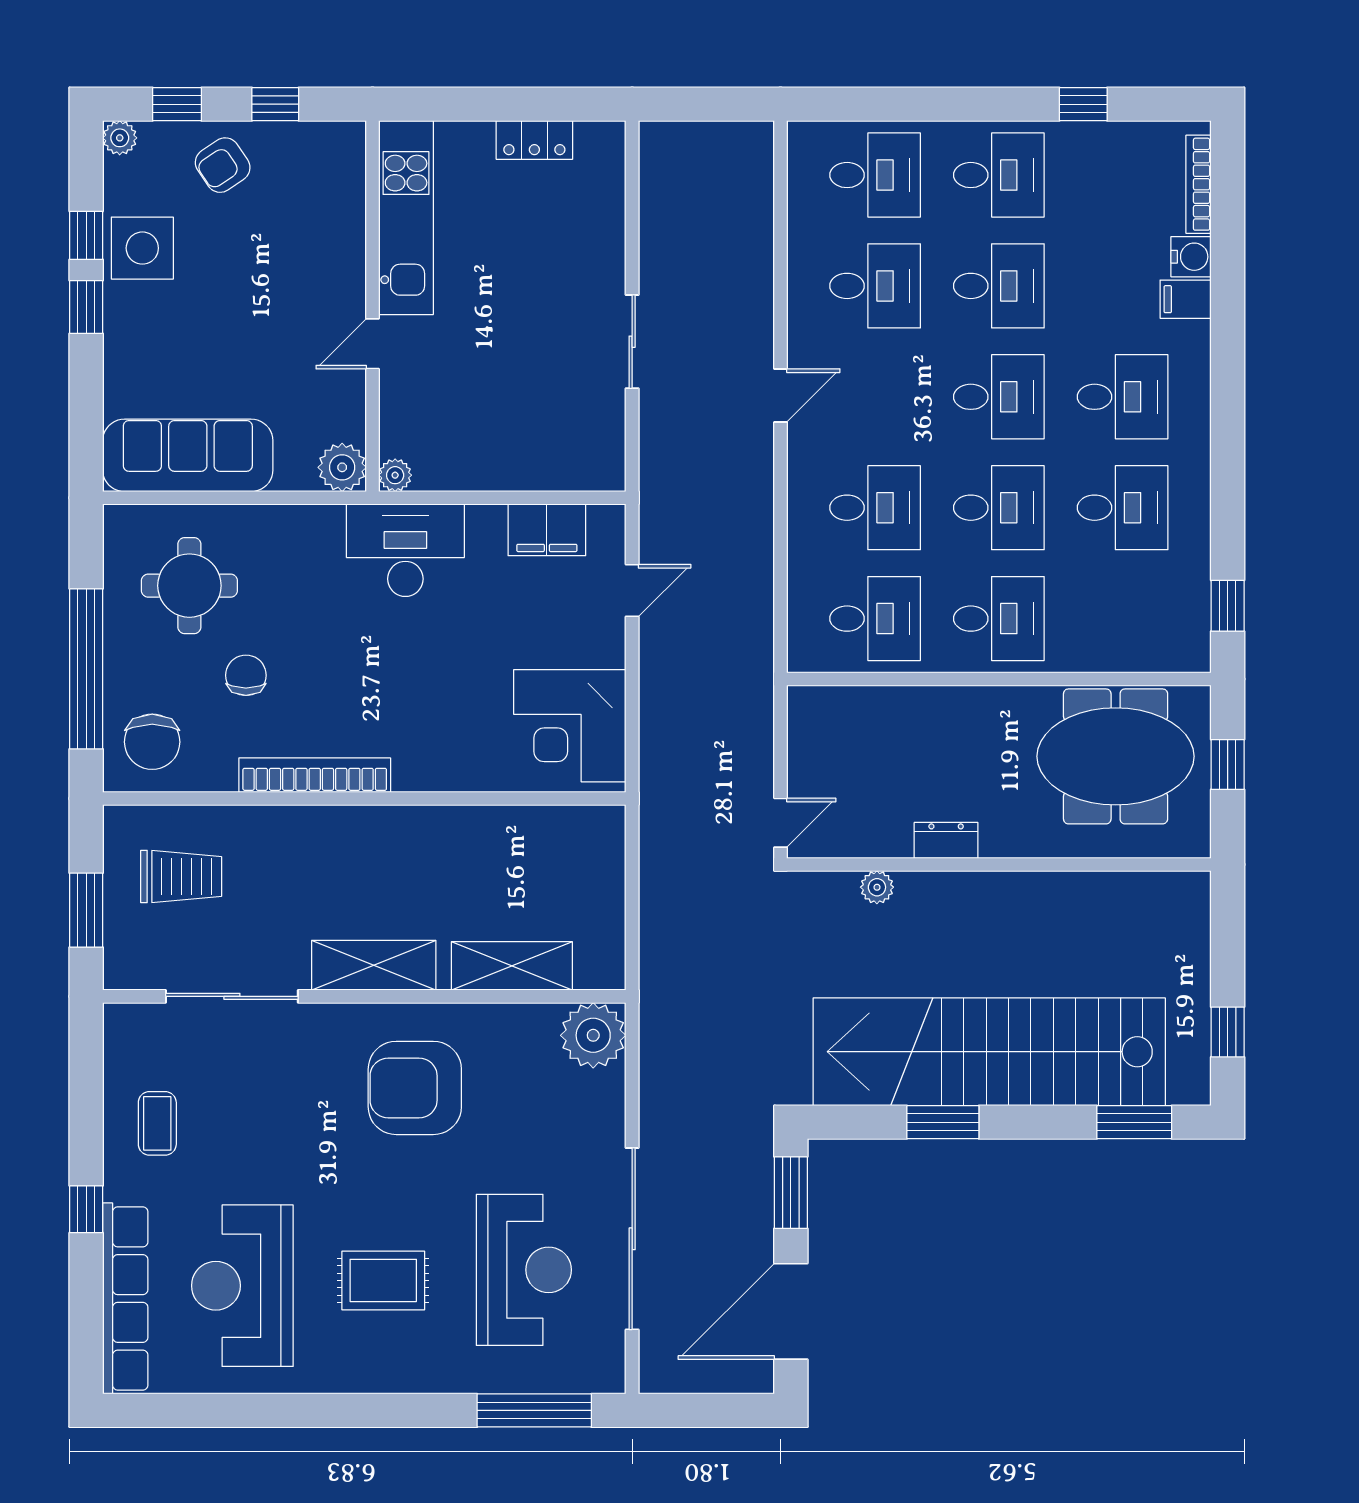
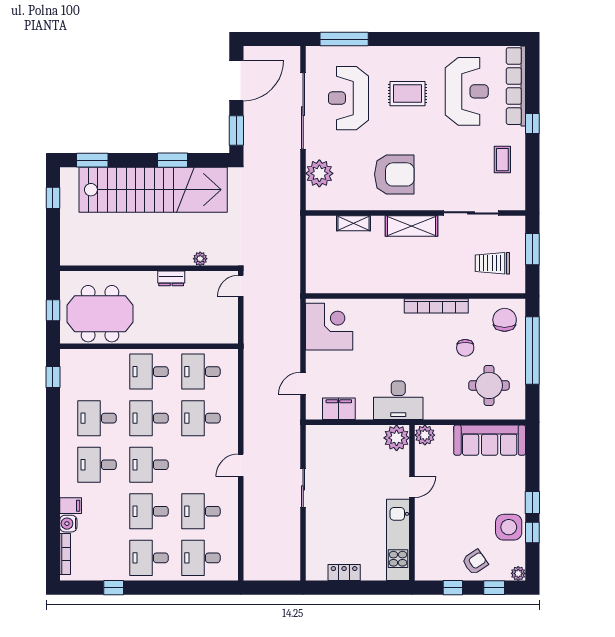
plant: (395, 475) -> (397, 438), width x1.88, depth x1.88
shelving: (512, 966) -> (354, 223), width x0.67, depth x0.75
plant: (593, 1035) -> (319, 173), moved

